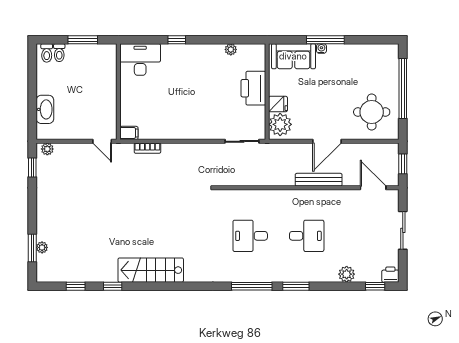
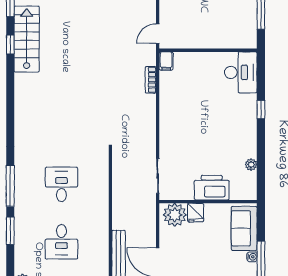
stairs: (151, 270) -> (27, 39), moved

